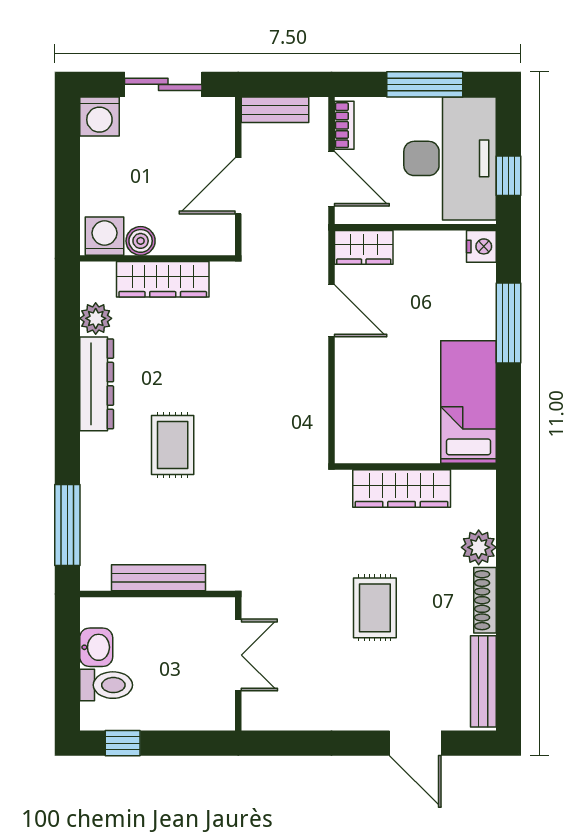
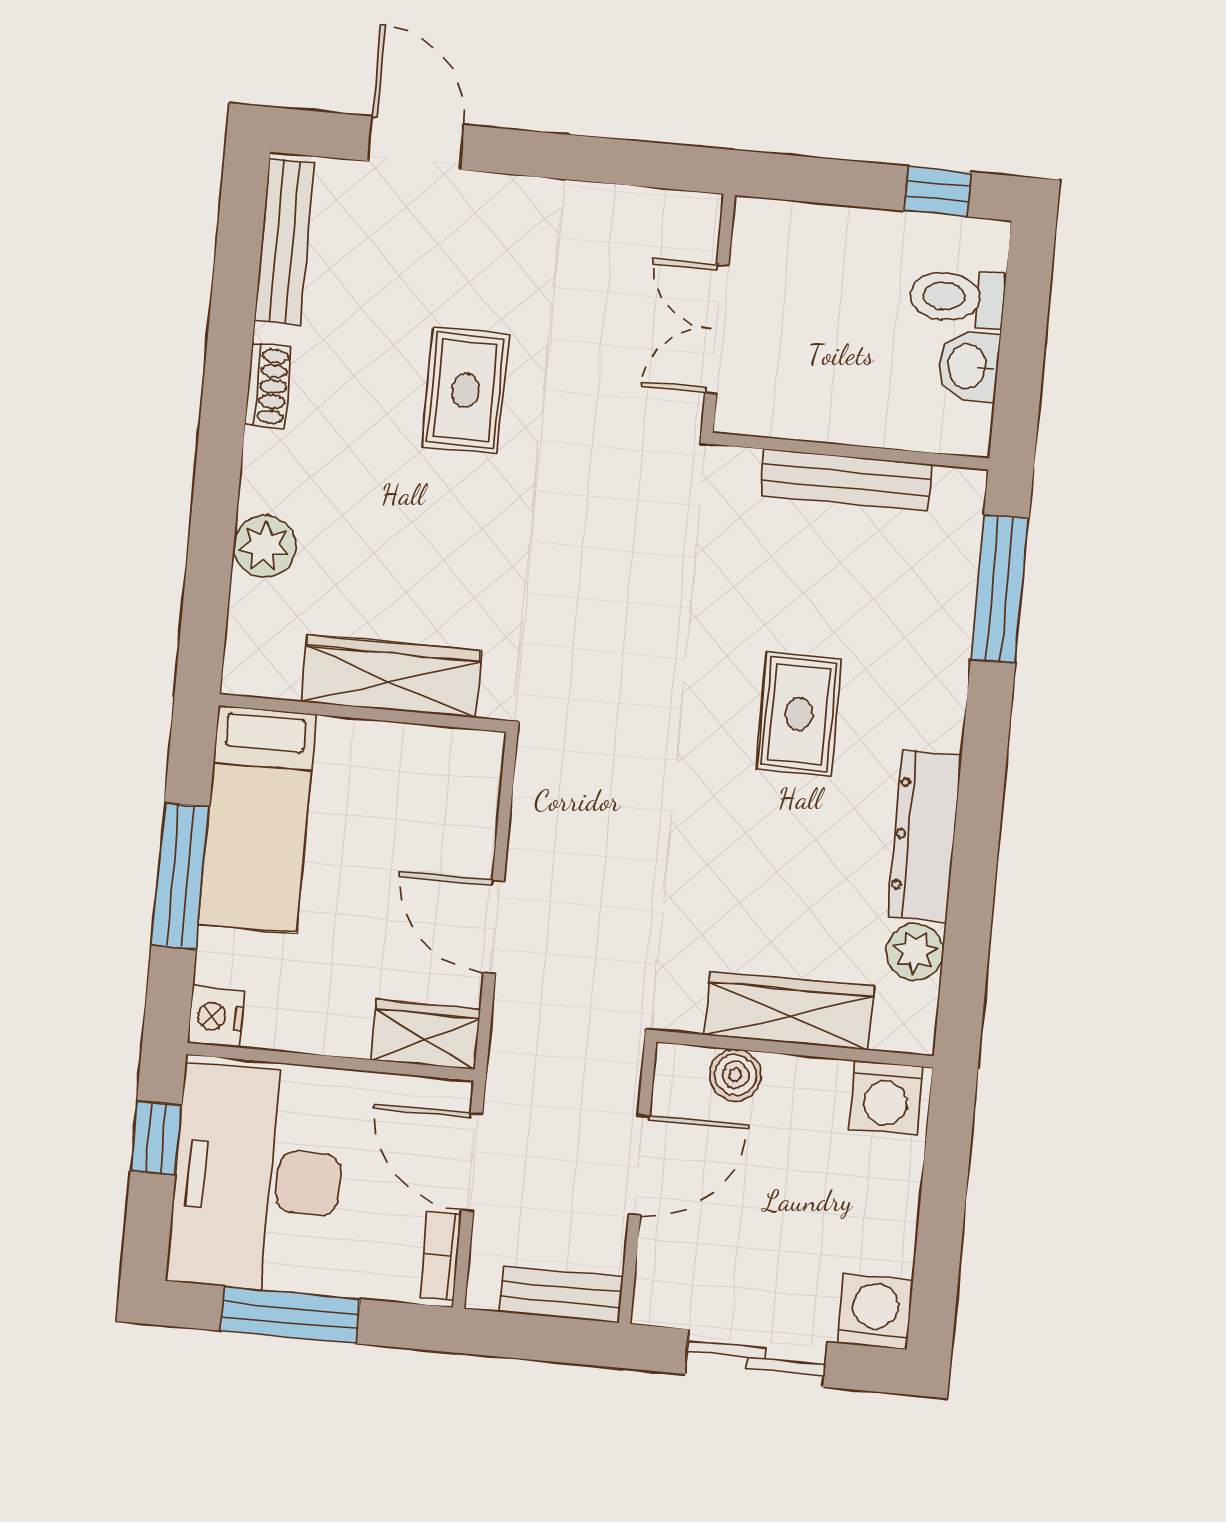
boiler: (141, 241) -> (735, 1075), moved
bed: (469, 402) -> (258, 819), moved
wall: (415, 467) -> (363, 713), moved
wardrobe: (402, 489) -> (391, 676), moved
plant: (479, 547) -> (264, 546), moved
shoe rack: (485, 600) -> (268, 386), width x0.70

